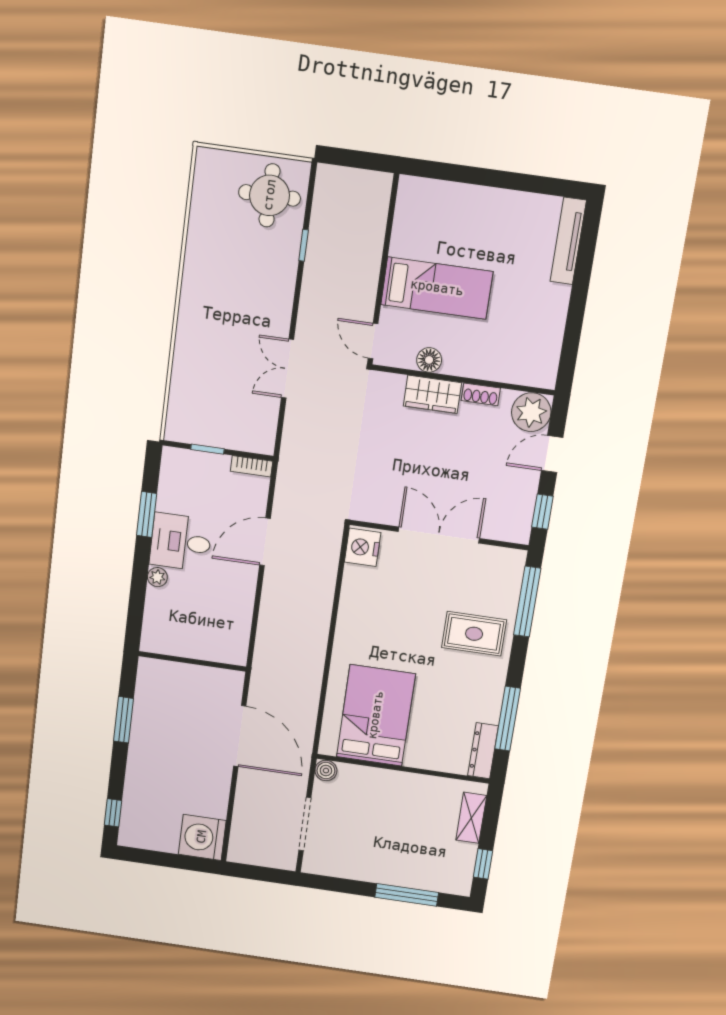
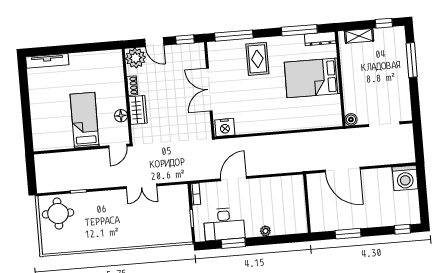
desk: (181, 542) -> (224, 224), moved, width x1.37
door: (265, 542) -> (234, 179), swing flipped
bed: (376, 715) -> (312, 78), moved
door: (240, 736) -> (343, 170), swing flipped

